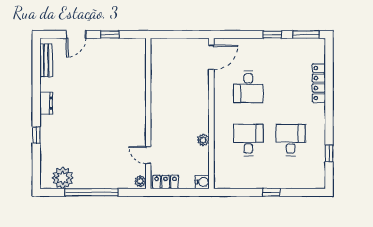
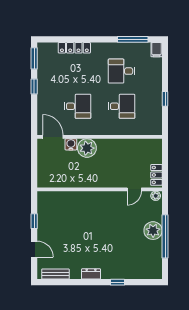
plant: (203, 140) -> (87, 148), moved, width x1.88, depth x1.88
desk: (248, 140) -> (122, 106), turned 180
window: (329, 153) -> (133, 39), width x2.17
plant: (63, 178) -> (153, 231), moved
water cooler: (202, 182) -> (71, 144), moved
filing cabinet: (317, 182) -> (157, 50), added
window: (271, 192) -> (165, 99), moved

